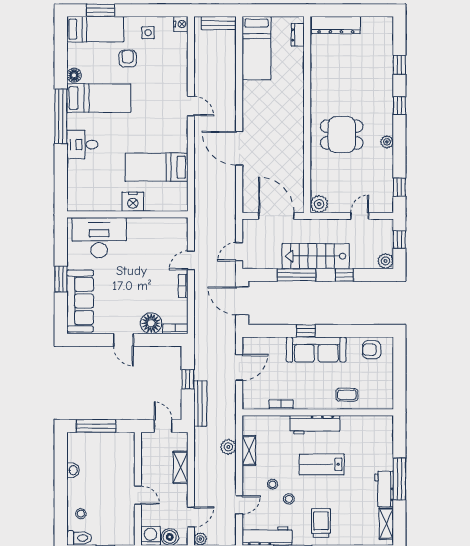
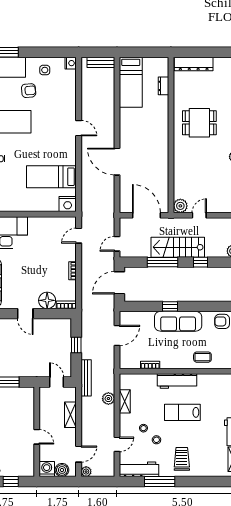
dresser: (298, 35) -> (163, 86), moved
armchair: (128, 59) -> (29, 91), turned 85
dining table: (342, 135) -> (199, 123), moved
nightstand: (133, 202) -> (68, 204), moved
door: (360, 216) -> (199, 215), moved
door: (191, 260) -> (79, 236), moved
door: (242, 301) -> (119, 283), hinge flipped
bench: (200, 404) -> (86, 378), moved

